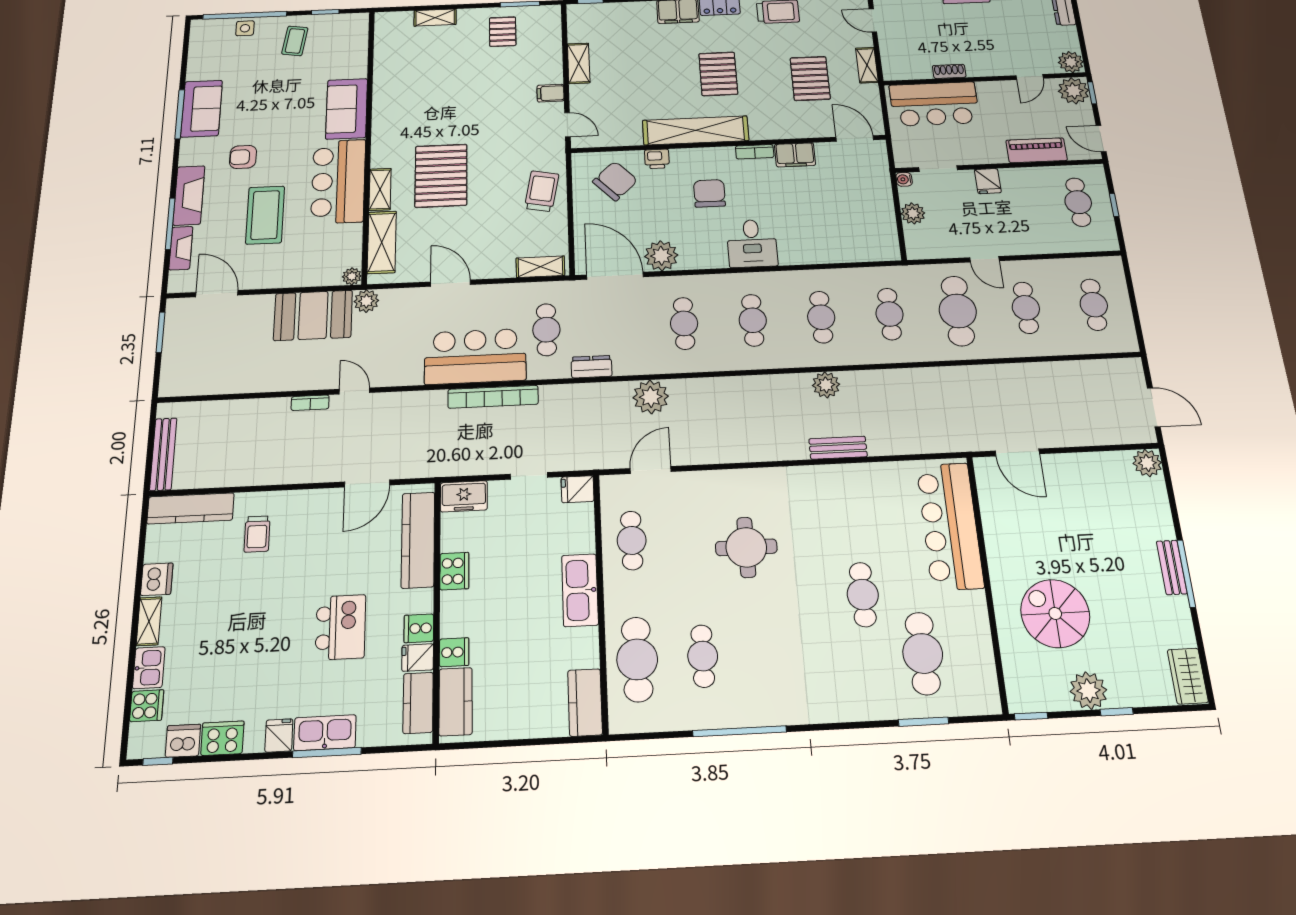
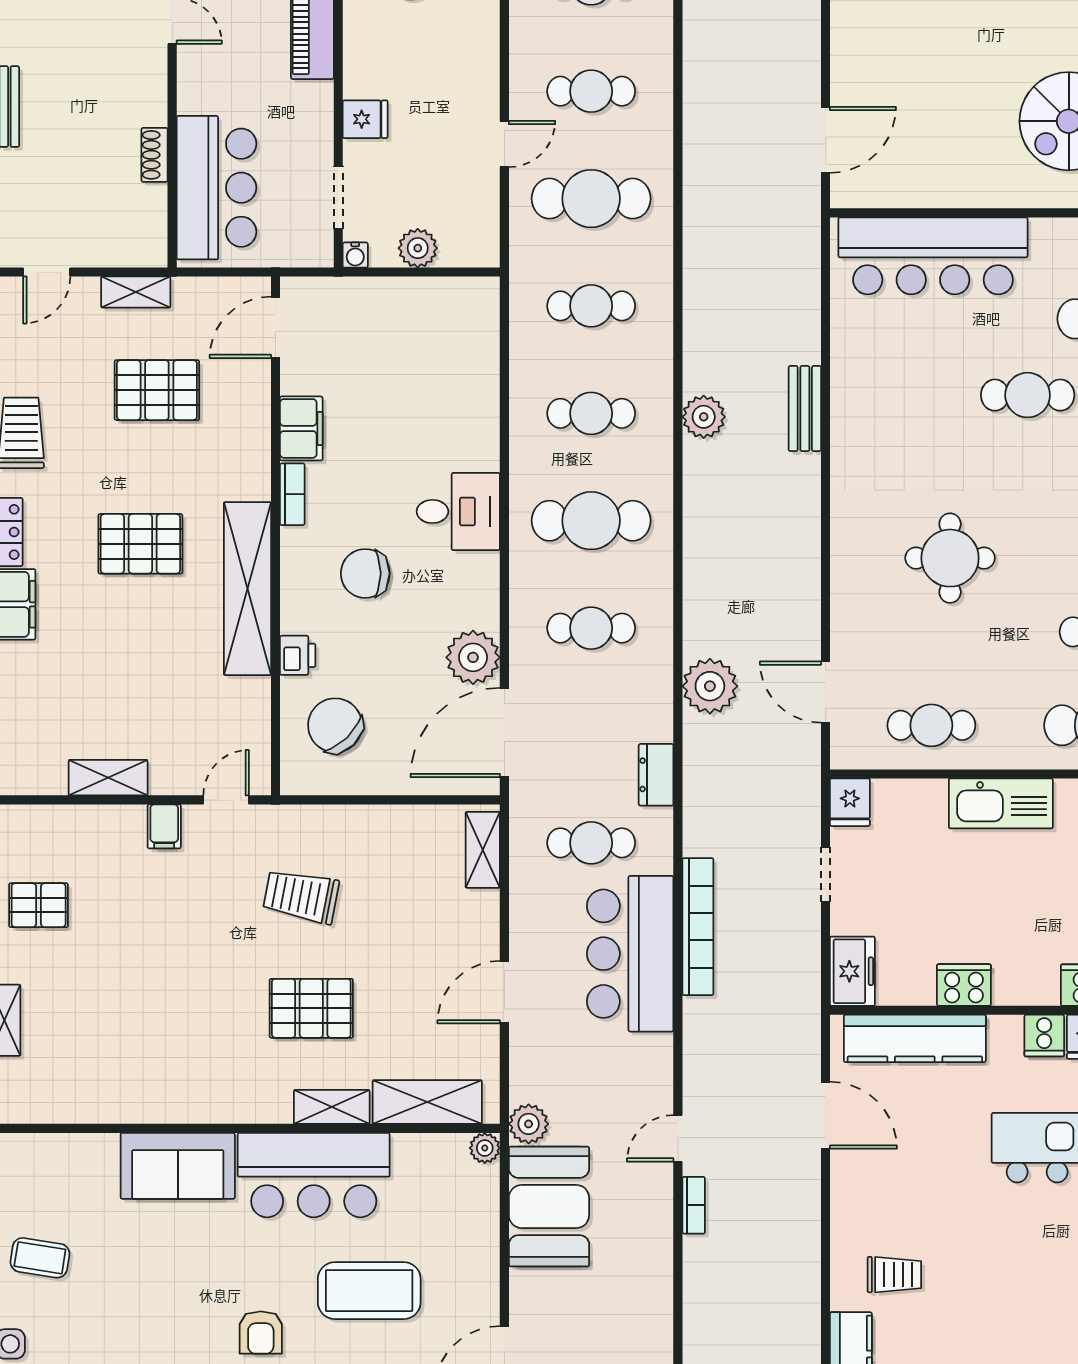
pallet: (441, 176) -> (311, 1008), width x0.73, depth x0.71
trolley: (542, 191) -> (301, 896), moved
cafe table: (753, 320) -> (591, 521), width x1.37, depth x1.35

